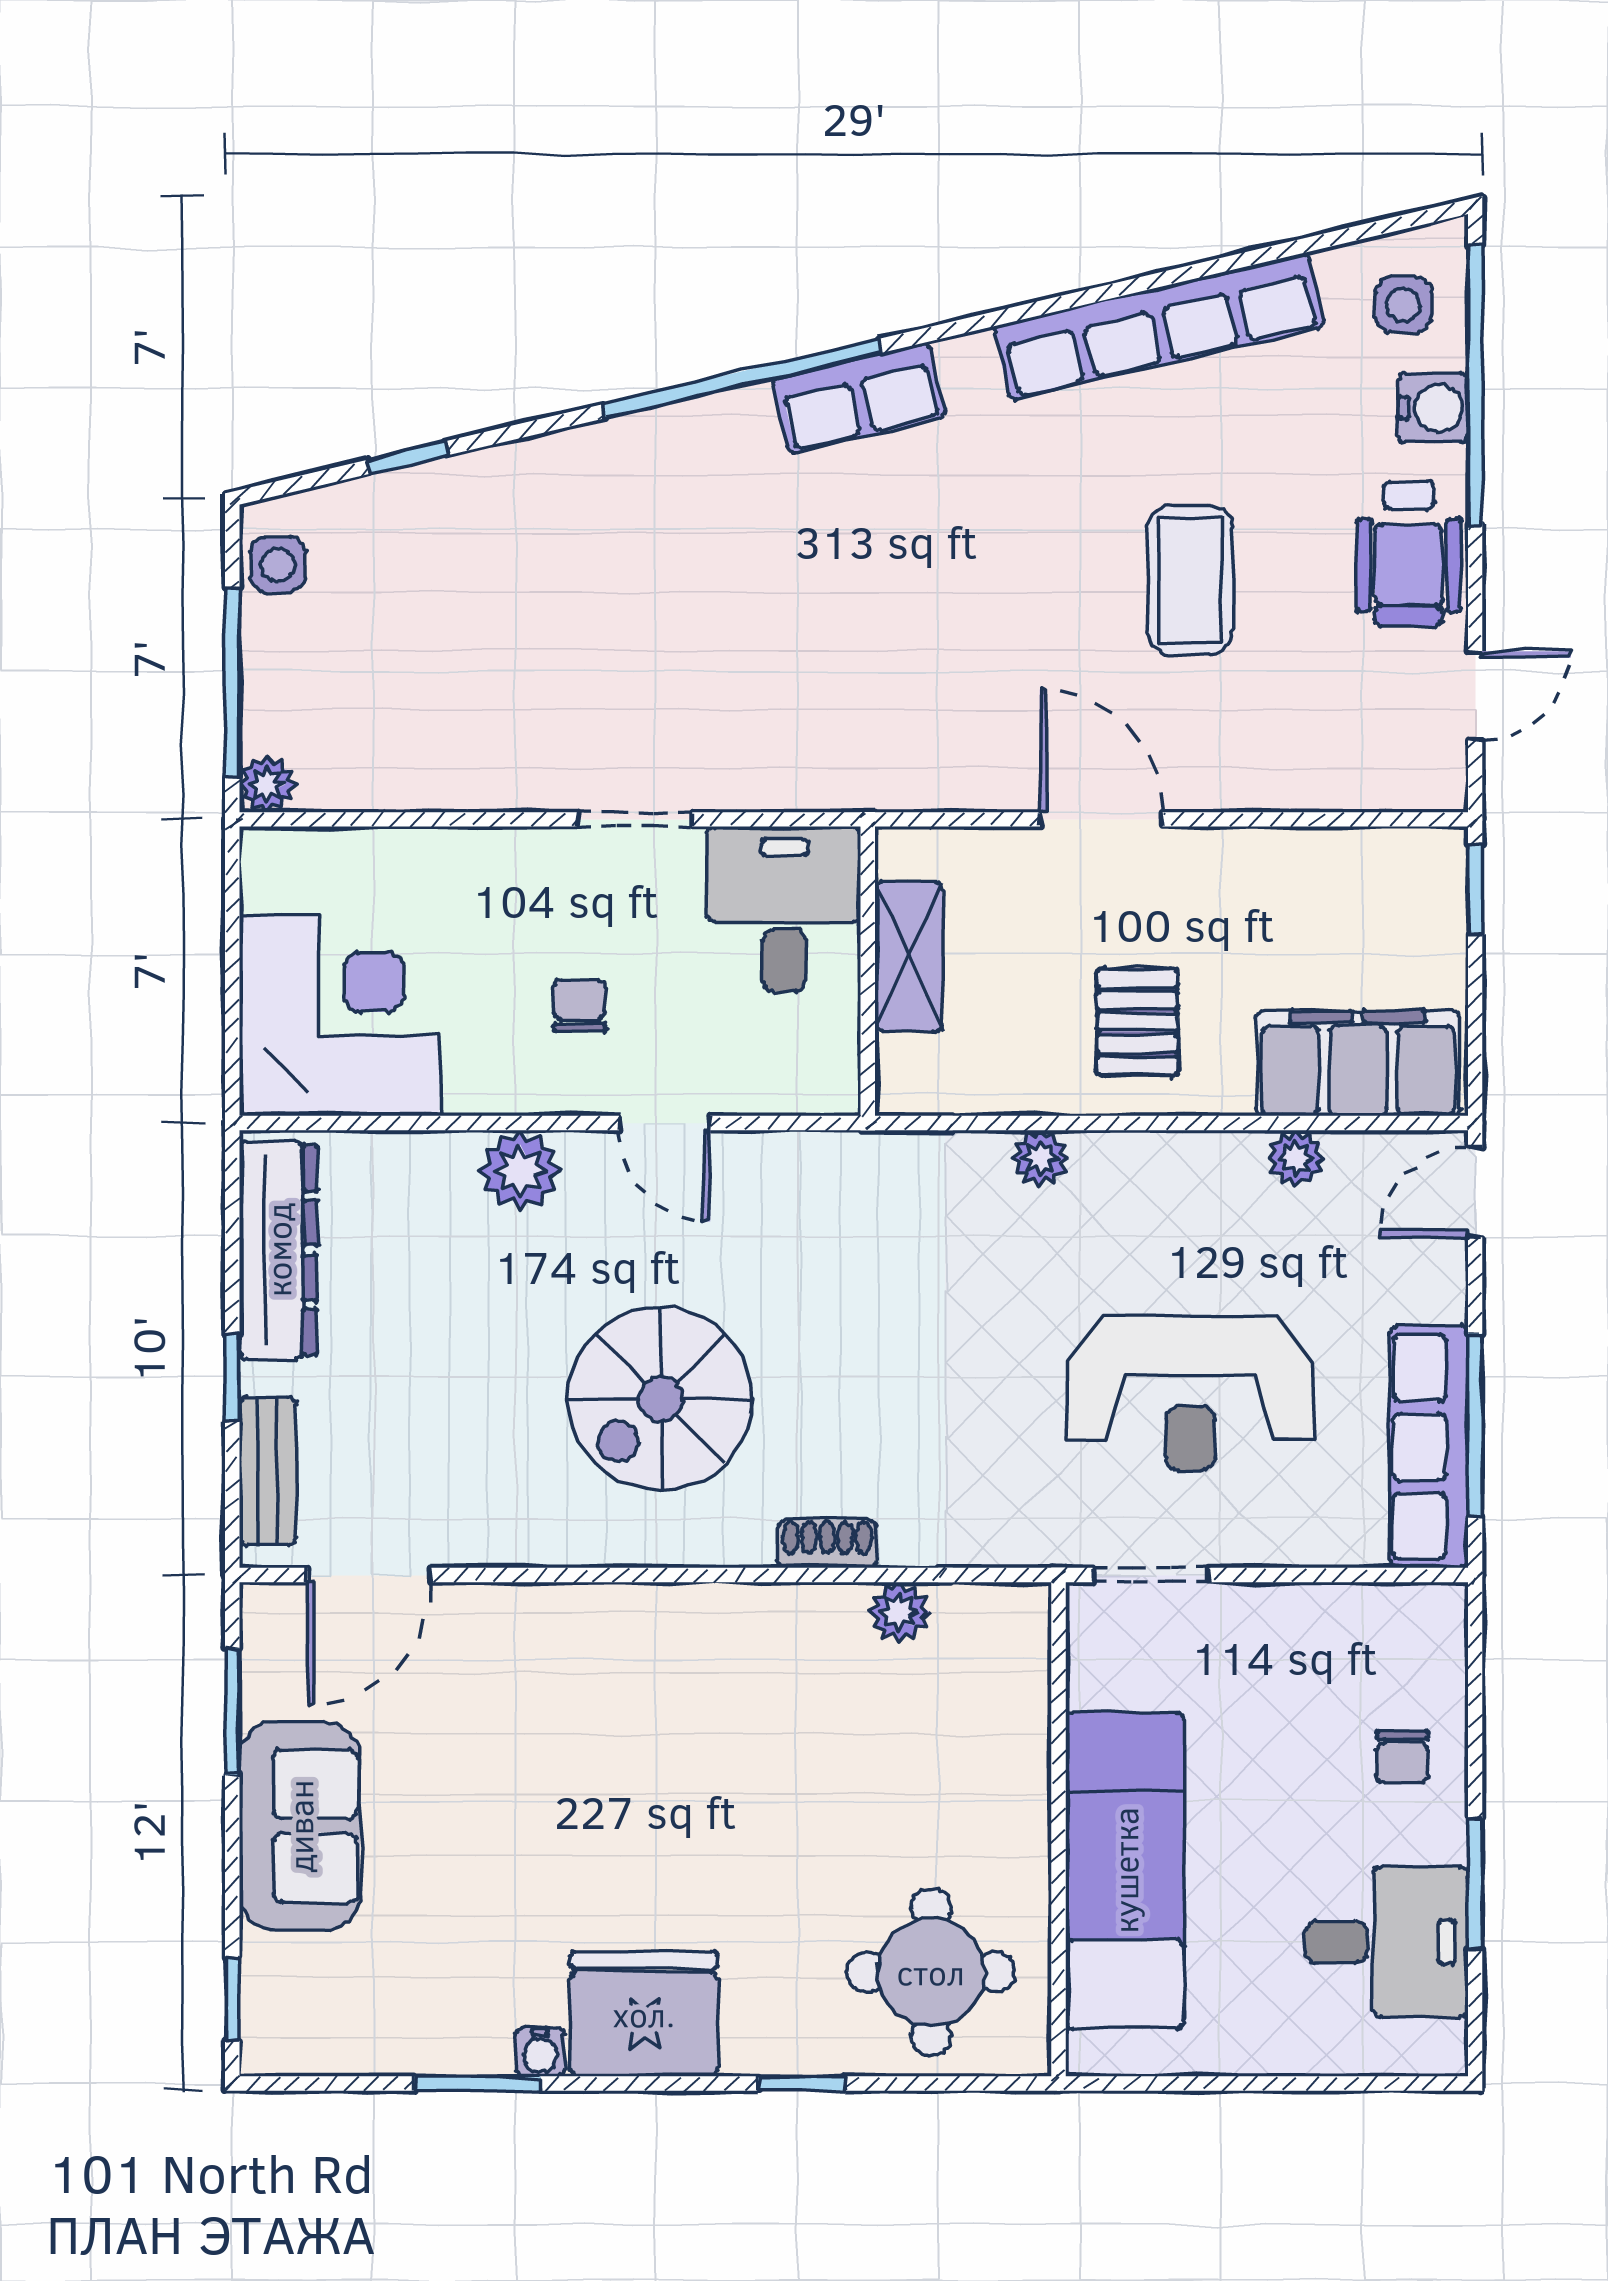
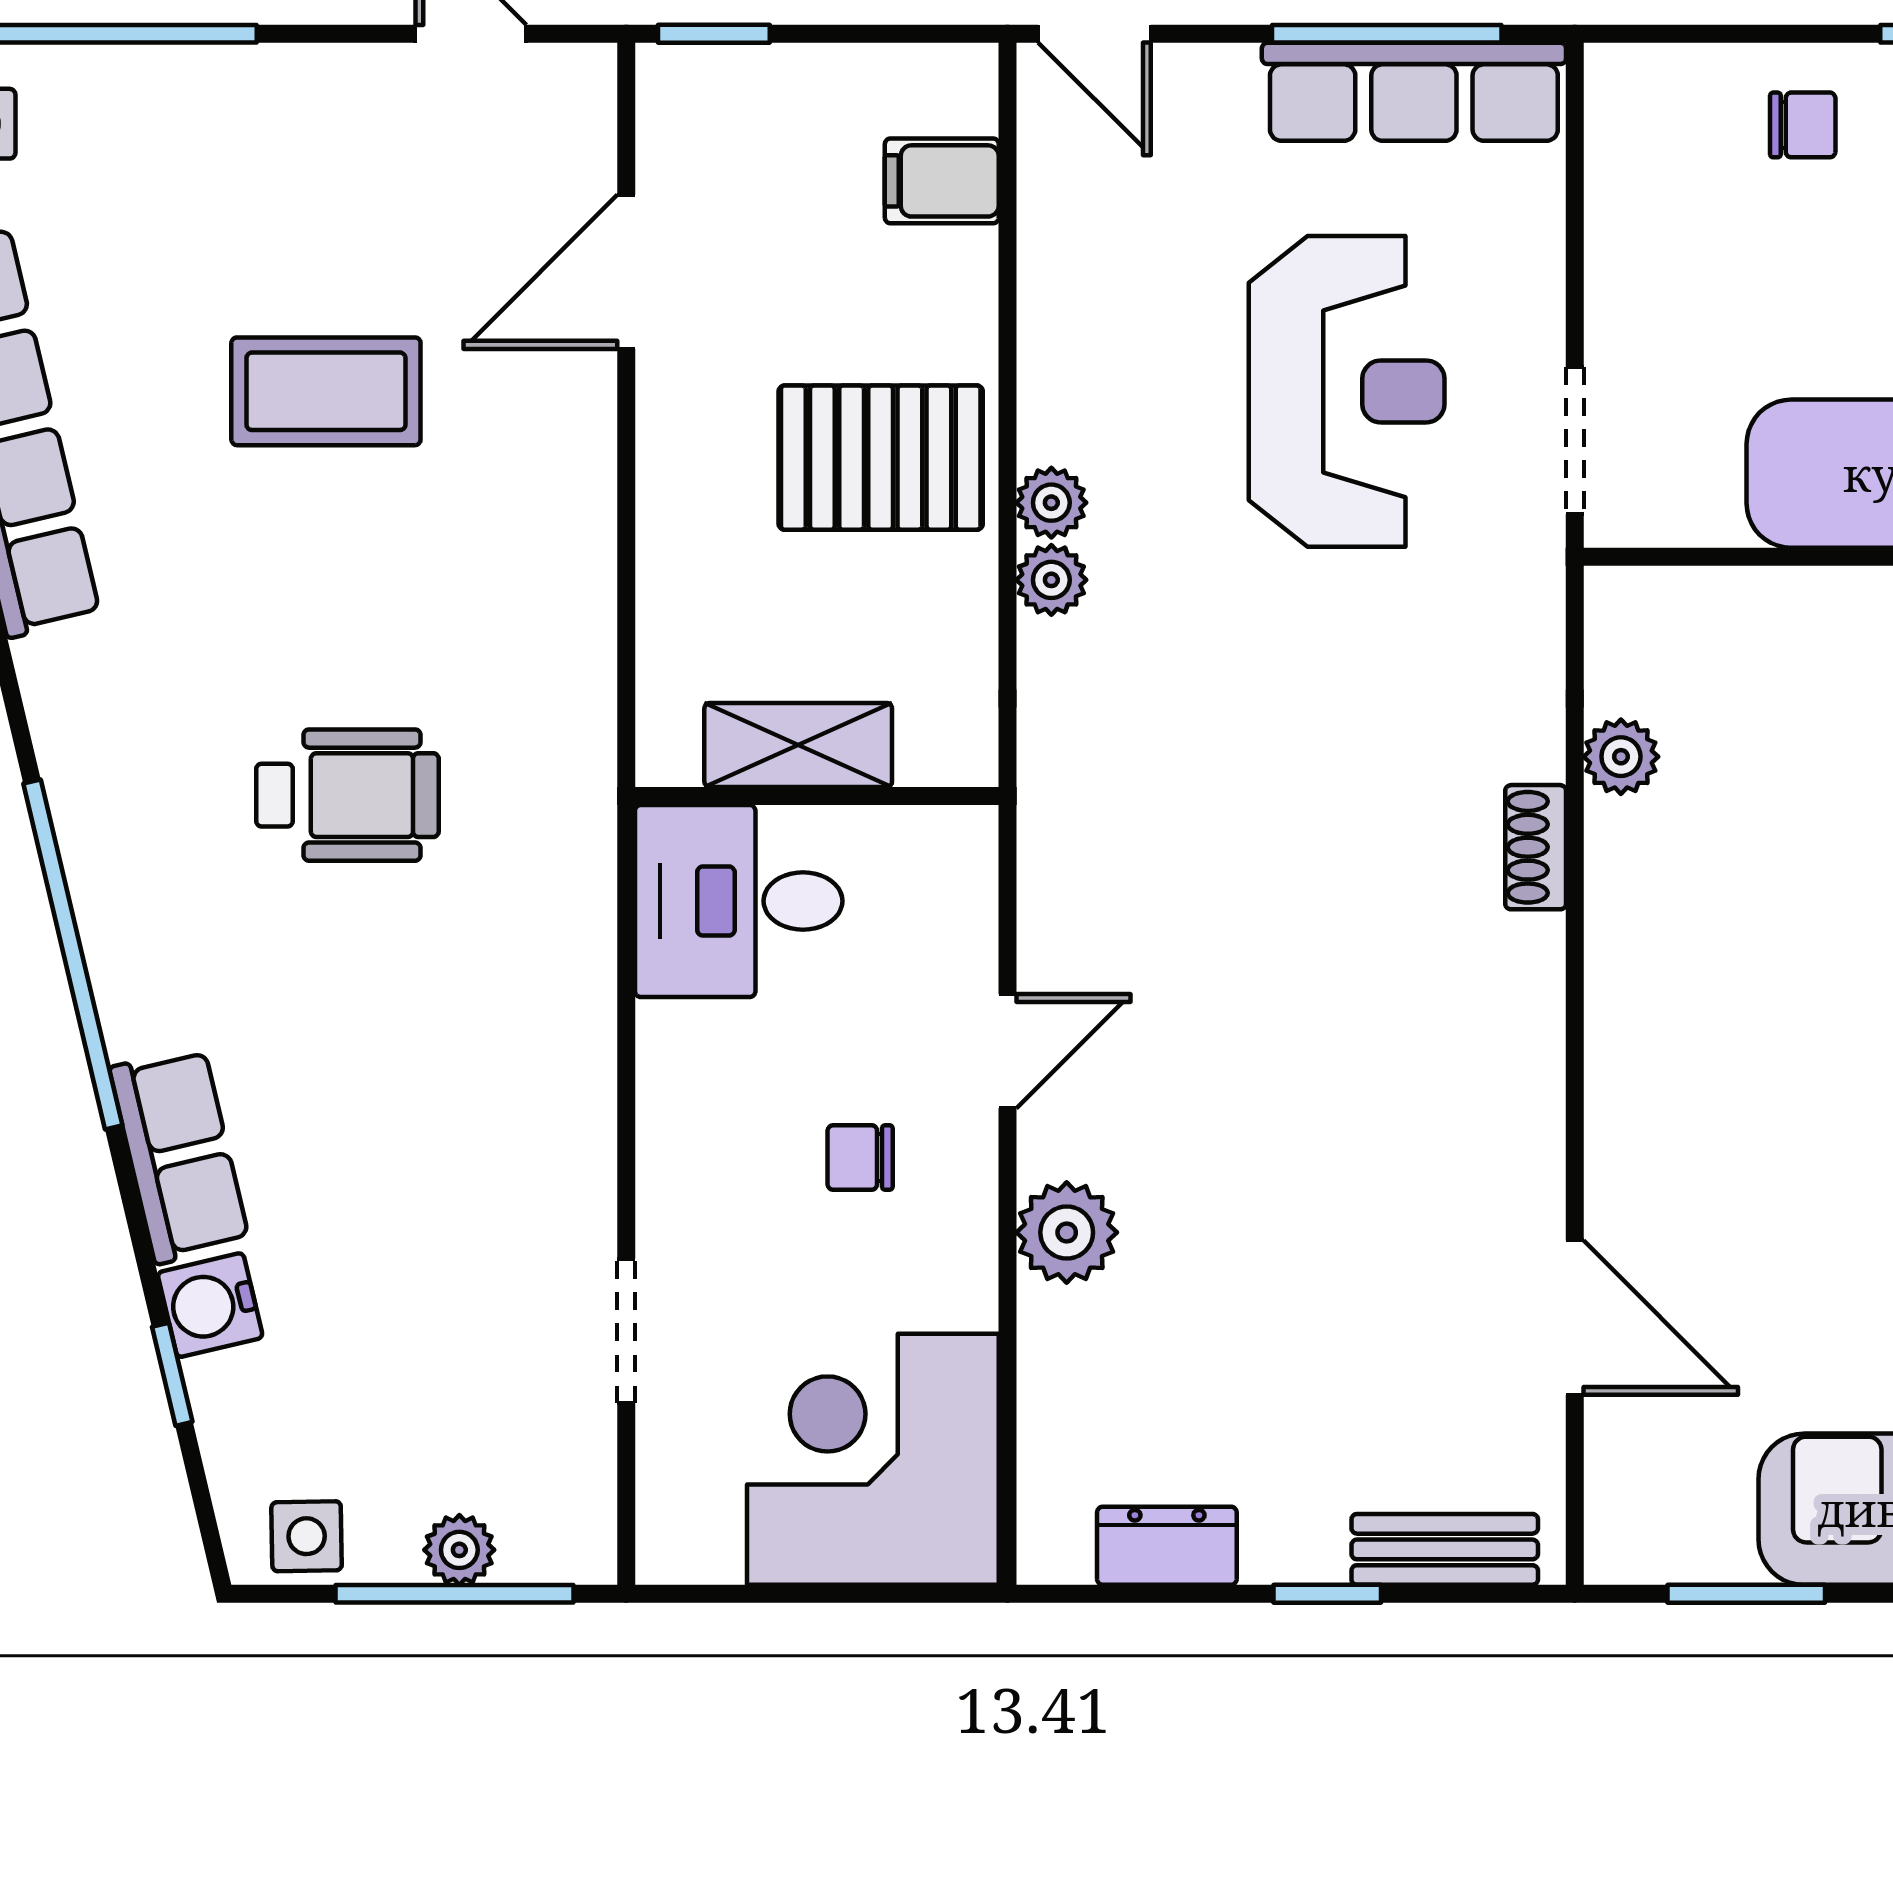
row of seats: (859, 398) -> (179, 1155), moved
water cooler: (1433, 408) -> (210, 1305), moved, turned -103
wheelchair: (1409, 554) -> (347, 795), moved
plant: (267, 784) -> (459, 1550), moved
doorway: (635, 819) -> (626, 1331), moved
door: (1101, 819) -> (626, 272), moved
pallet: (1137, 1022) -> (881, 458), width x1.50, depth x1.42
filing cabinet: (1358, 1063) -> (942, 181), width x0.33, depth x0.86
plant: (1296, 1158) -> (1051, 503), moved
dresser: (278, 1250) -> (1167, 1546), width x0.51, depth x0.80
spiral stairs: (660, 1399) -> (1354, 1056), removed
door: (369, 1575) -> (1575, 1318), moved

